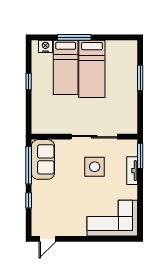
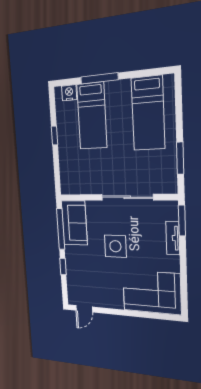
bed: (92, 69) -> (148, 113), moved
window: (140, 78) -> (180, 158), moved
side table: (95, 167) -> (115, 246), moved

